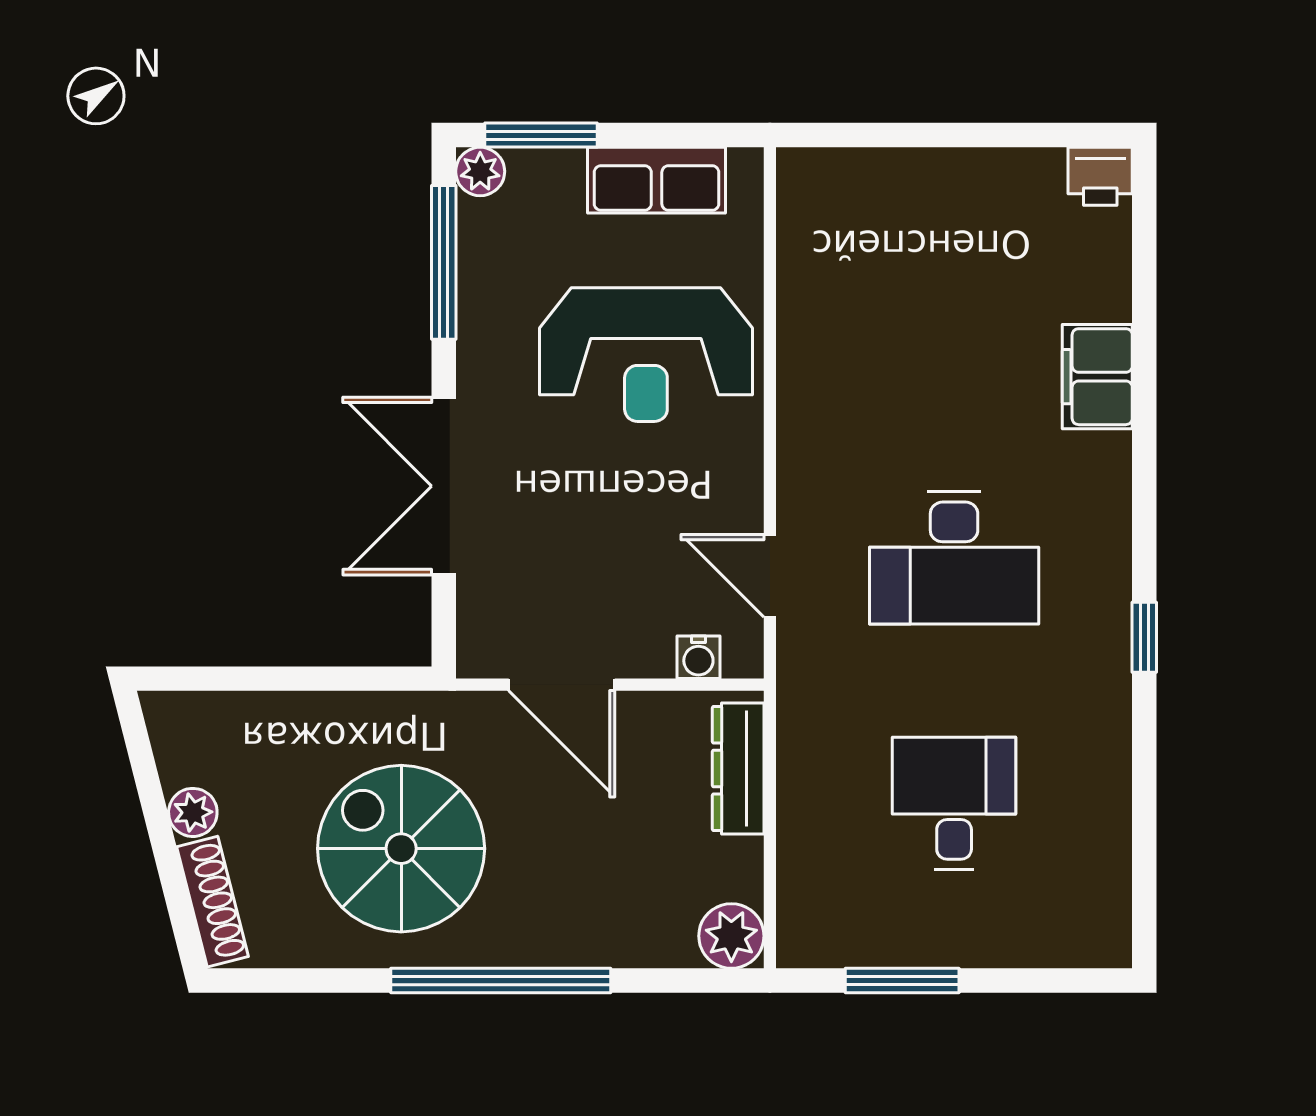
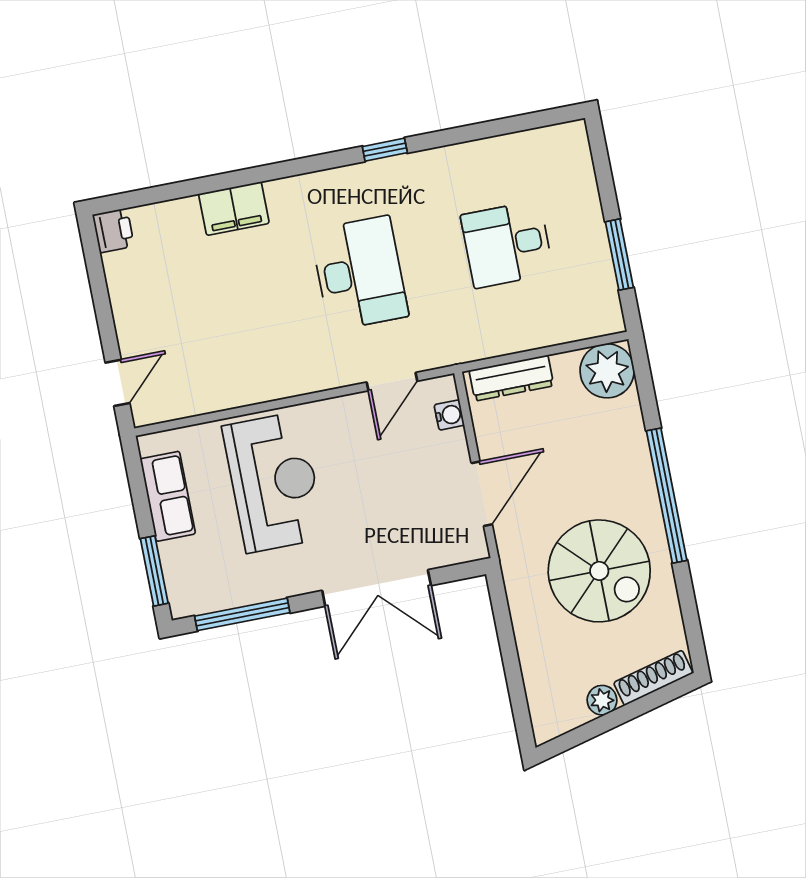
door: (854, 135) -> (117, 383), added
plant: (480, 171) -> (183, 603), removed
spiral stairs: (401, 849) -> (599, 571), turned -90
plant: (731, 936) -> (607, 371), width x1.36, depth x1.36

